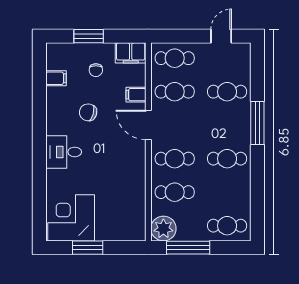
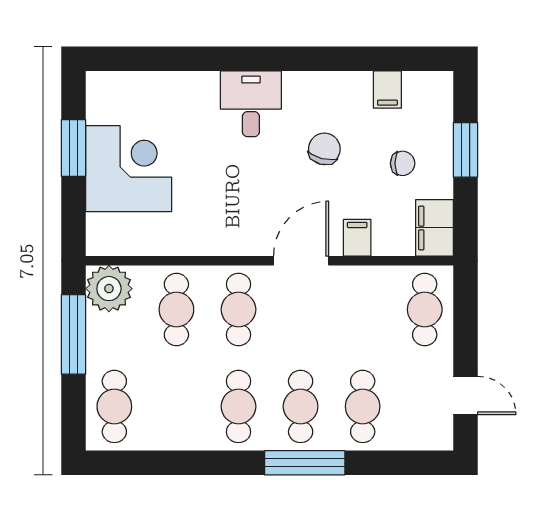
chair: (96, 70) -> (403, 163), turned 180
cafe table: (175, 92) -> (301, 406), moved
corner desk: (71, 218) -> (129, 169), moved

